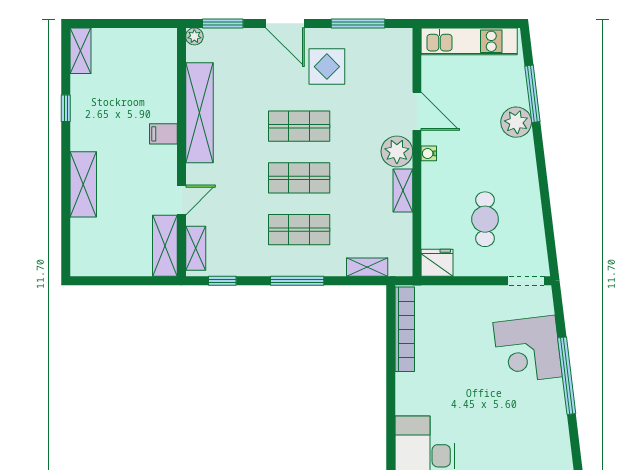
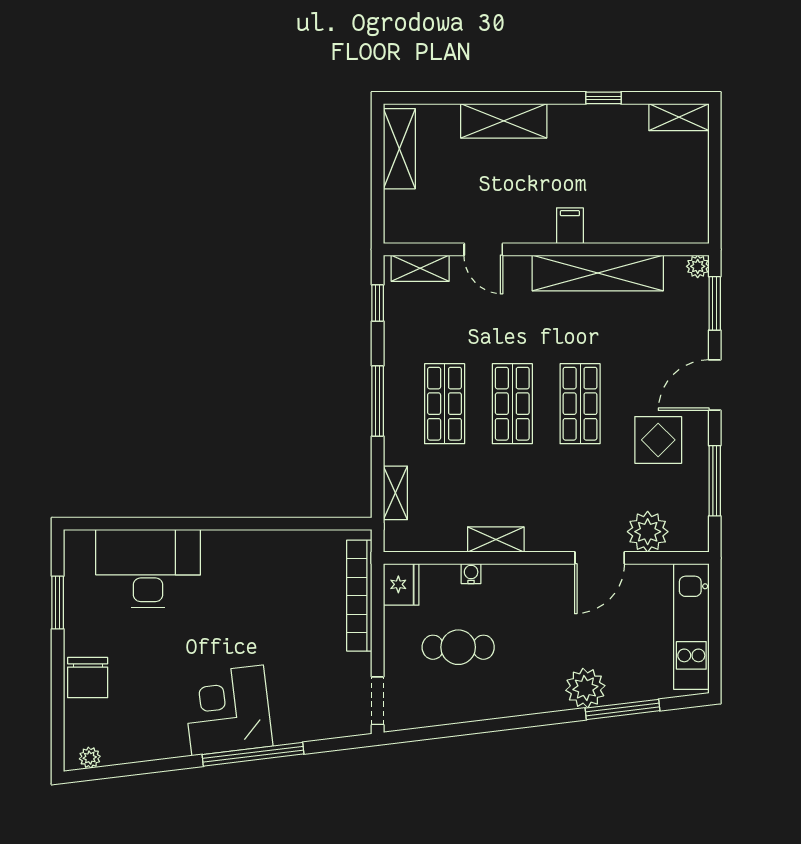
plant: (397, 151) -> (648, 532), moved
water cooler: (429, 153) -> (471, 574), moved
shelving: (165, 246) -> (399, 149), moved, turned 90
bookcase: (405, 329) -> (359, 596), moved, turned 90
corner desk: (528, 350) -> (228, 710), moved

